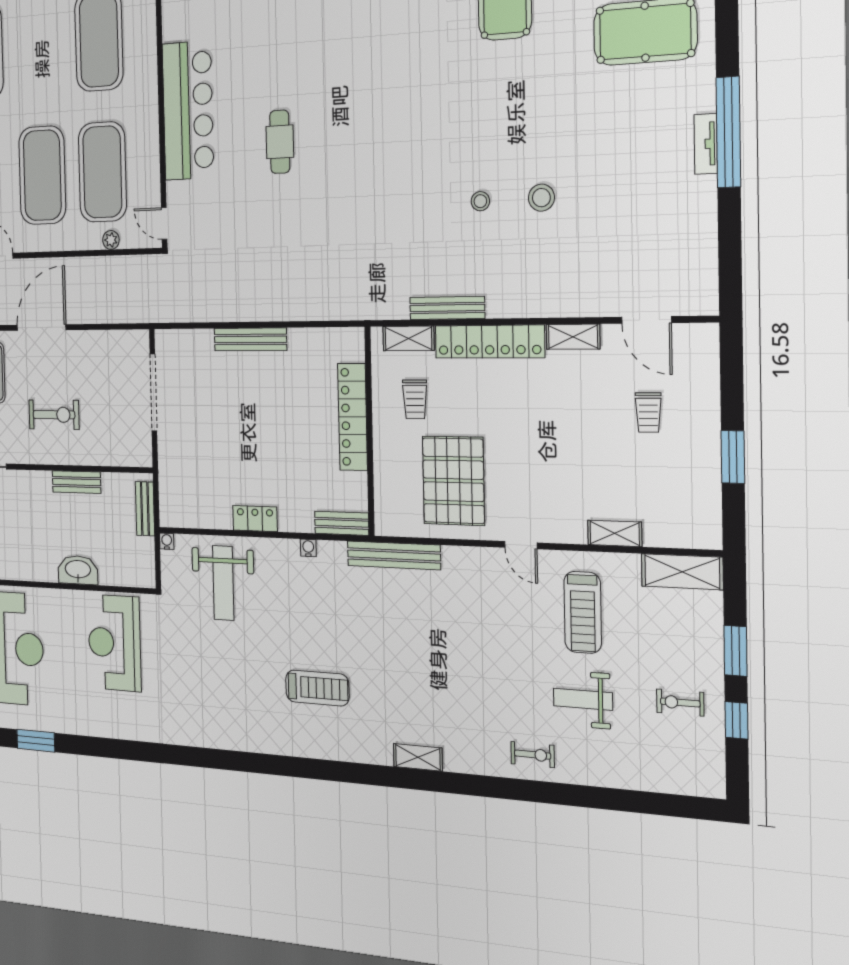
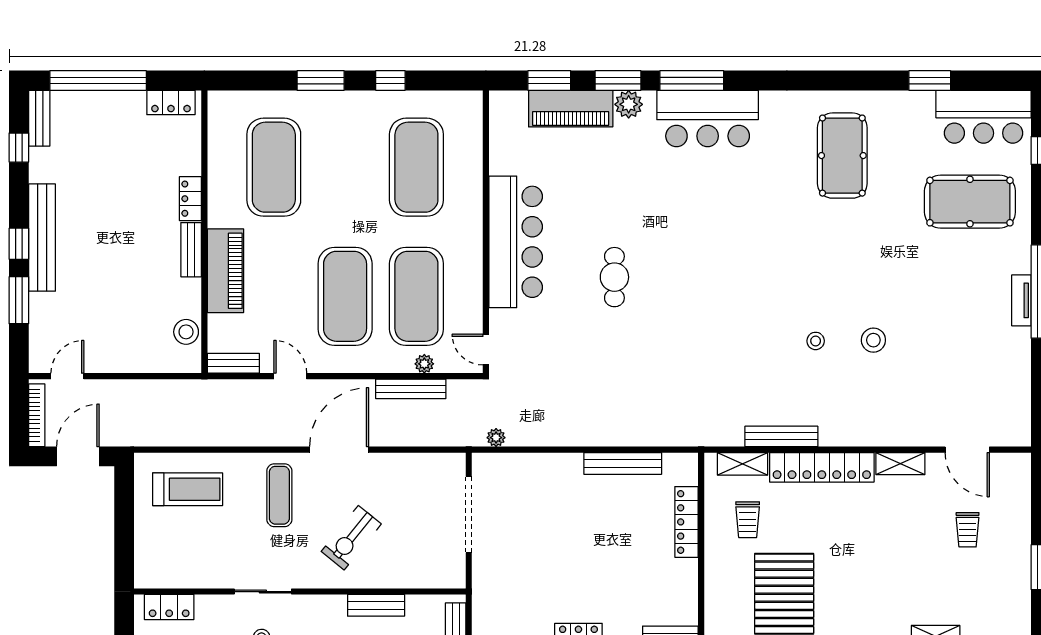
bench: (100, 266) -> (411, 389), added
plant: (175, 313) -> (496, 438), added
bench: (250, 339) -> (623, 463), moved
exercise bike: (54, 415) -> (351, 538), turned 129
locker: (353, 417) -> (687, 522), width x0.71, depth x0.83

